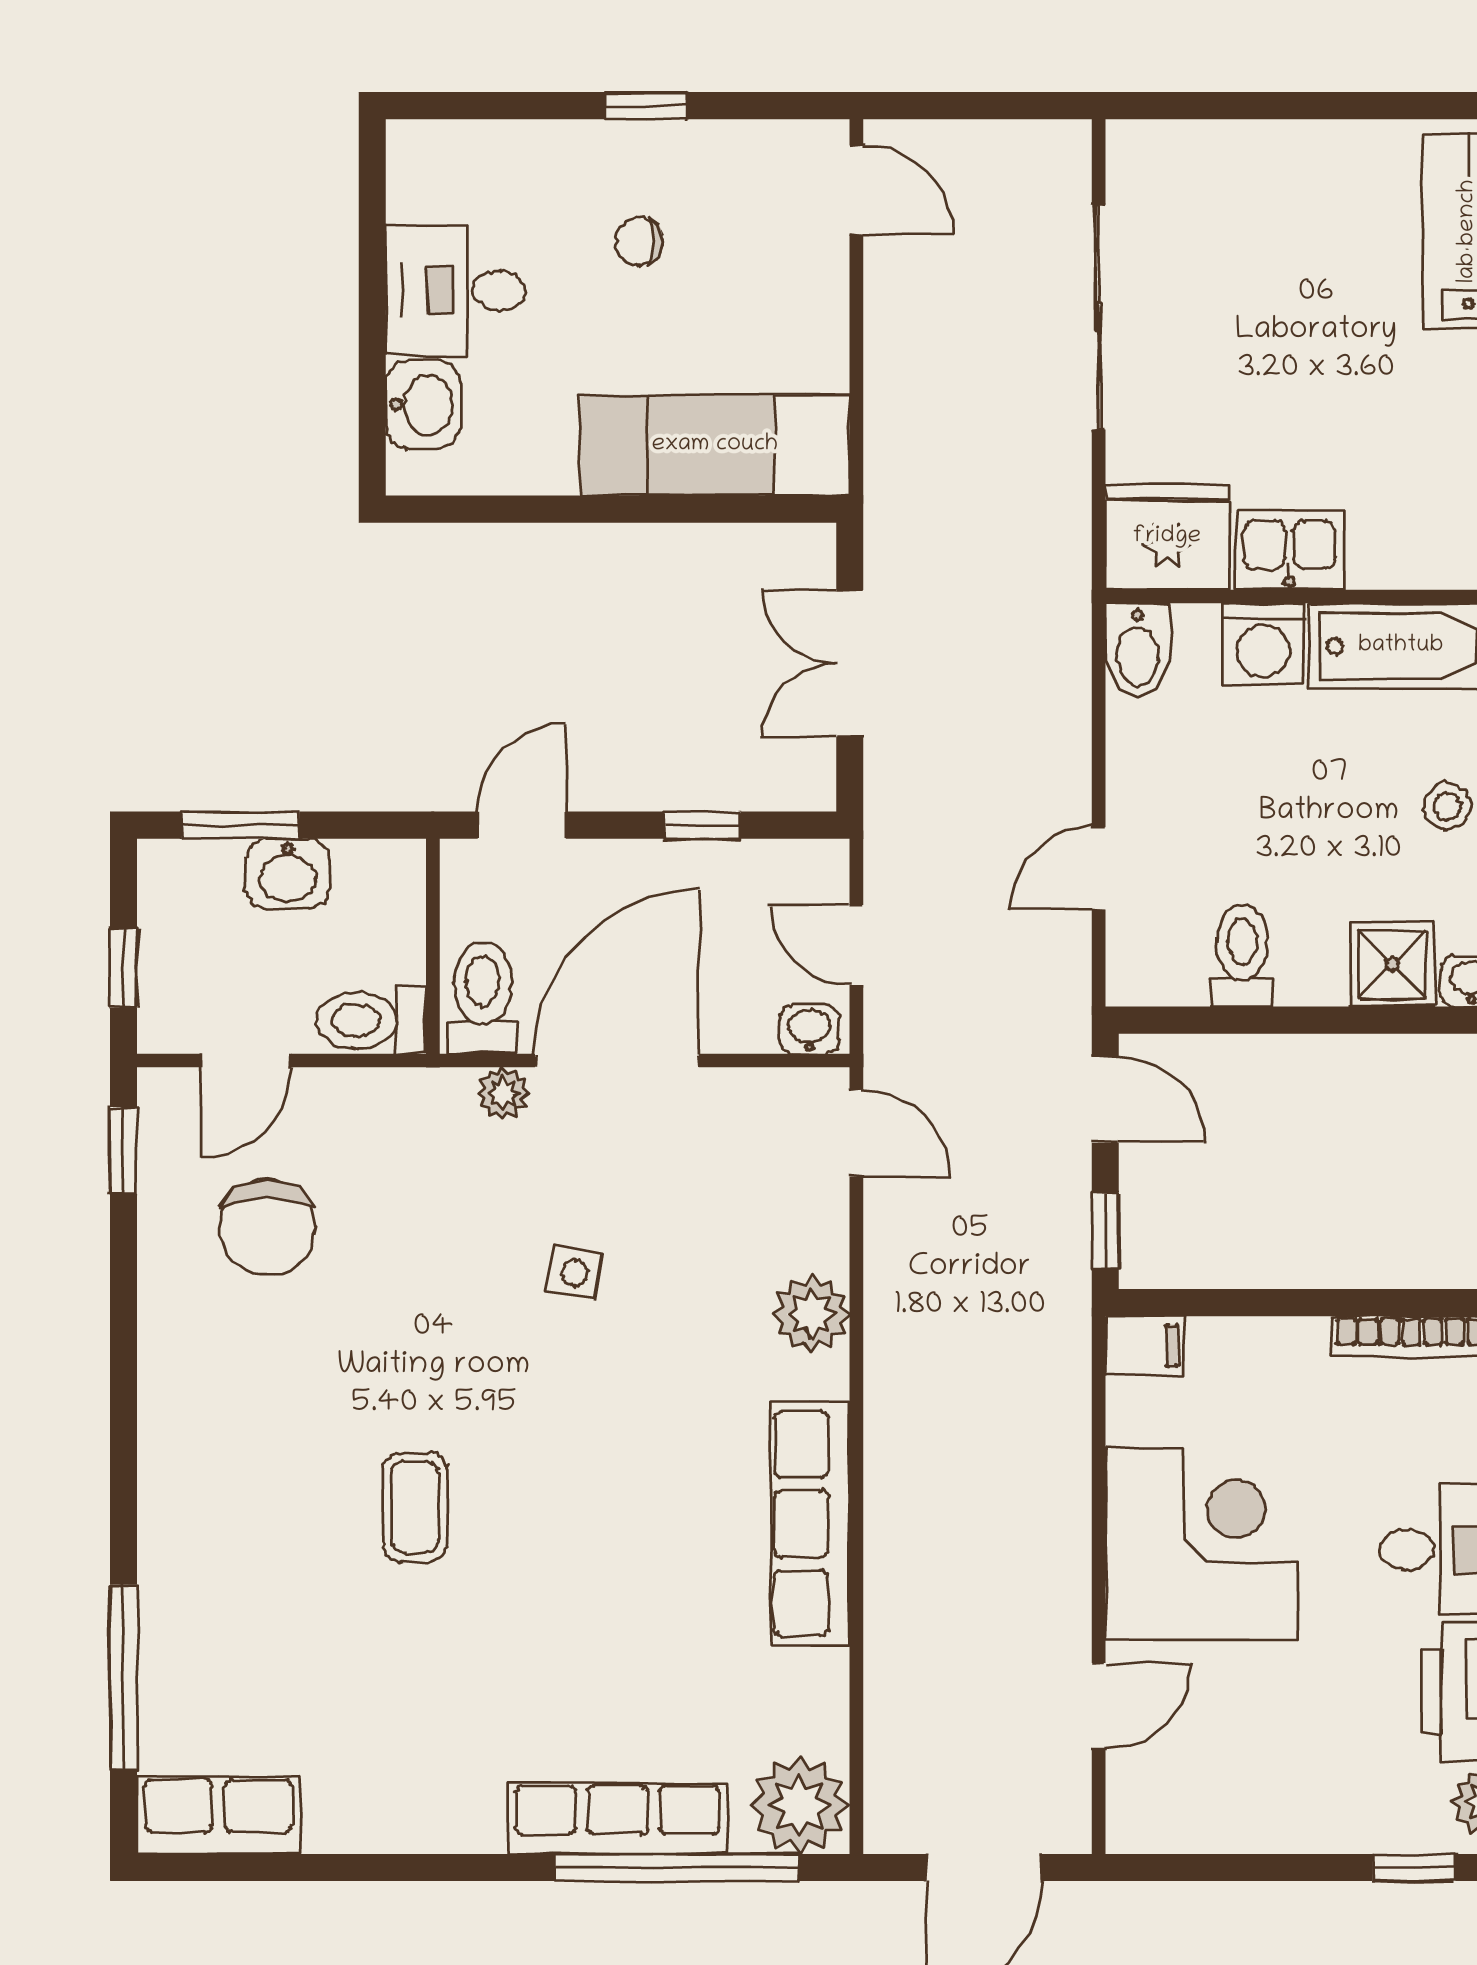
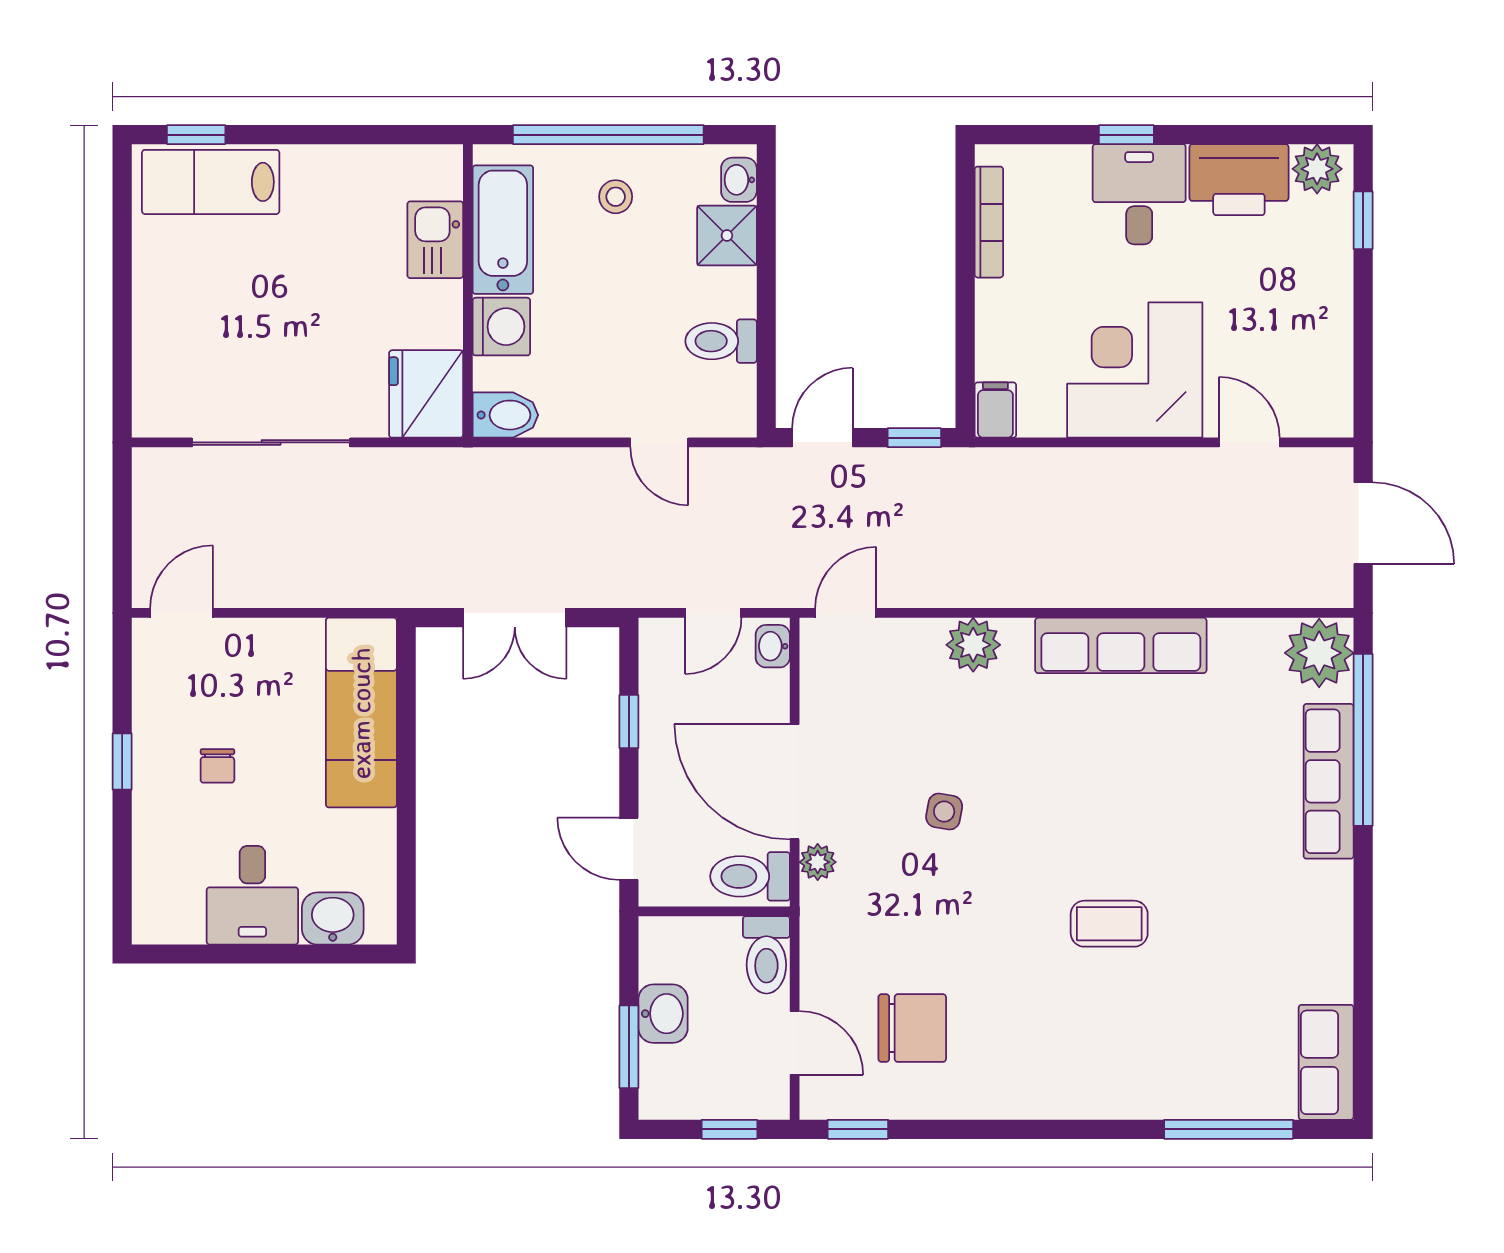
kitchen sink: (1289, 550) -> (435, 240), moved

